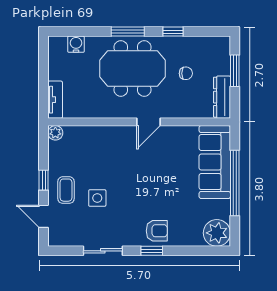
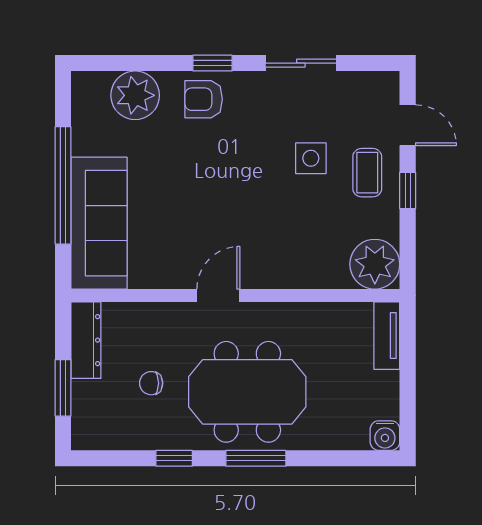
water cooler: (76, 44) -> (385, 436), moved
plant: (55, 133) -> (375, 264), width x1.88, depth x1.88
plant: (217, 233) -> (135, 95), moved

